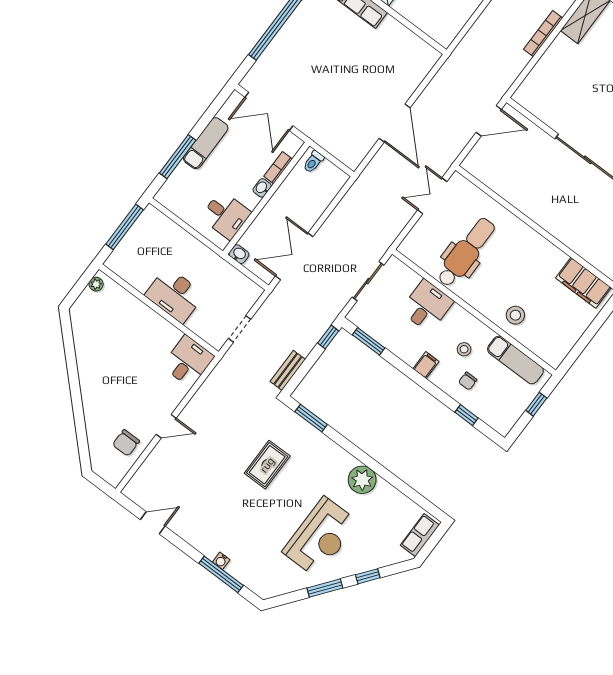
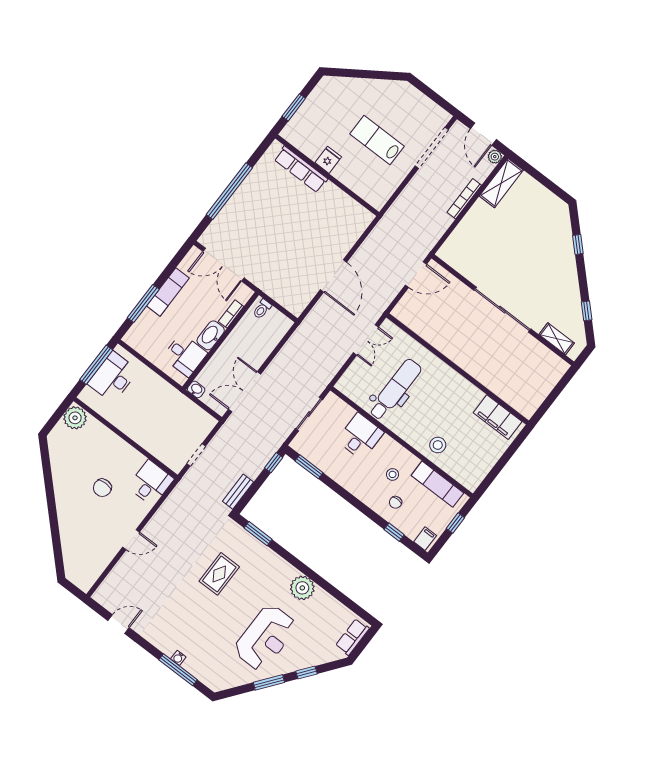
washbasin: (262, 188) -> (211, 335), width x1.91, depth x1.45
double door: (432, 196) -> (366, 340), swing flipped
plant: (96, 284) -> (75, 418), width x1.88, depth x1.88
desk: (175, 295) -> (113, 377), moved, turned 90
filing cabinet: (426, 365) -> (425, 539), moved
chair: (126, 443) -> (102, 488), moved

